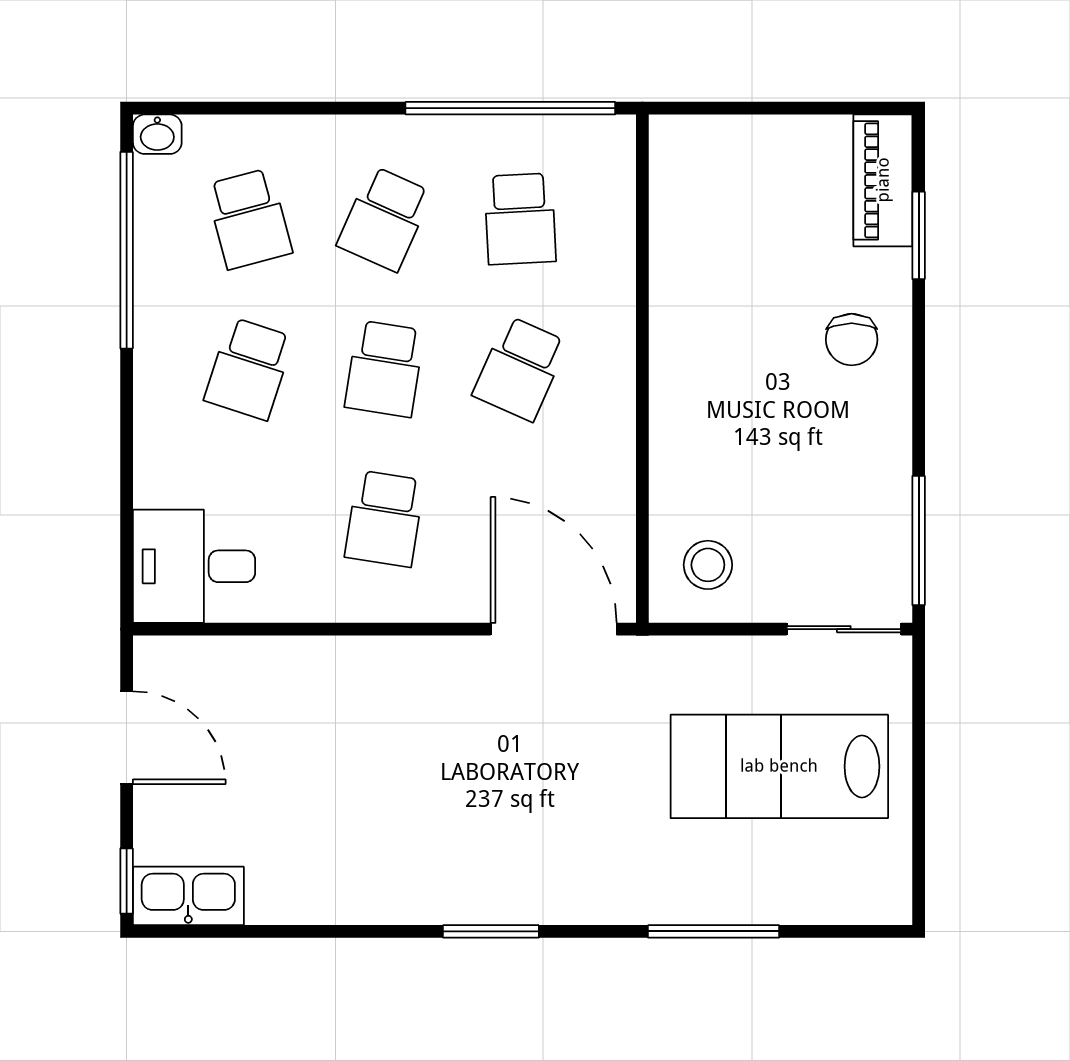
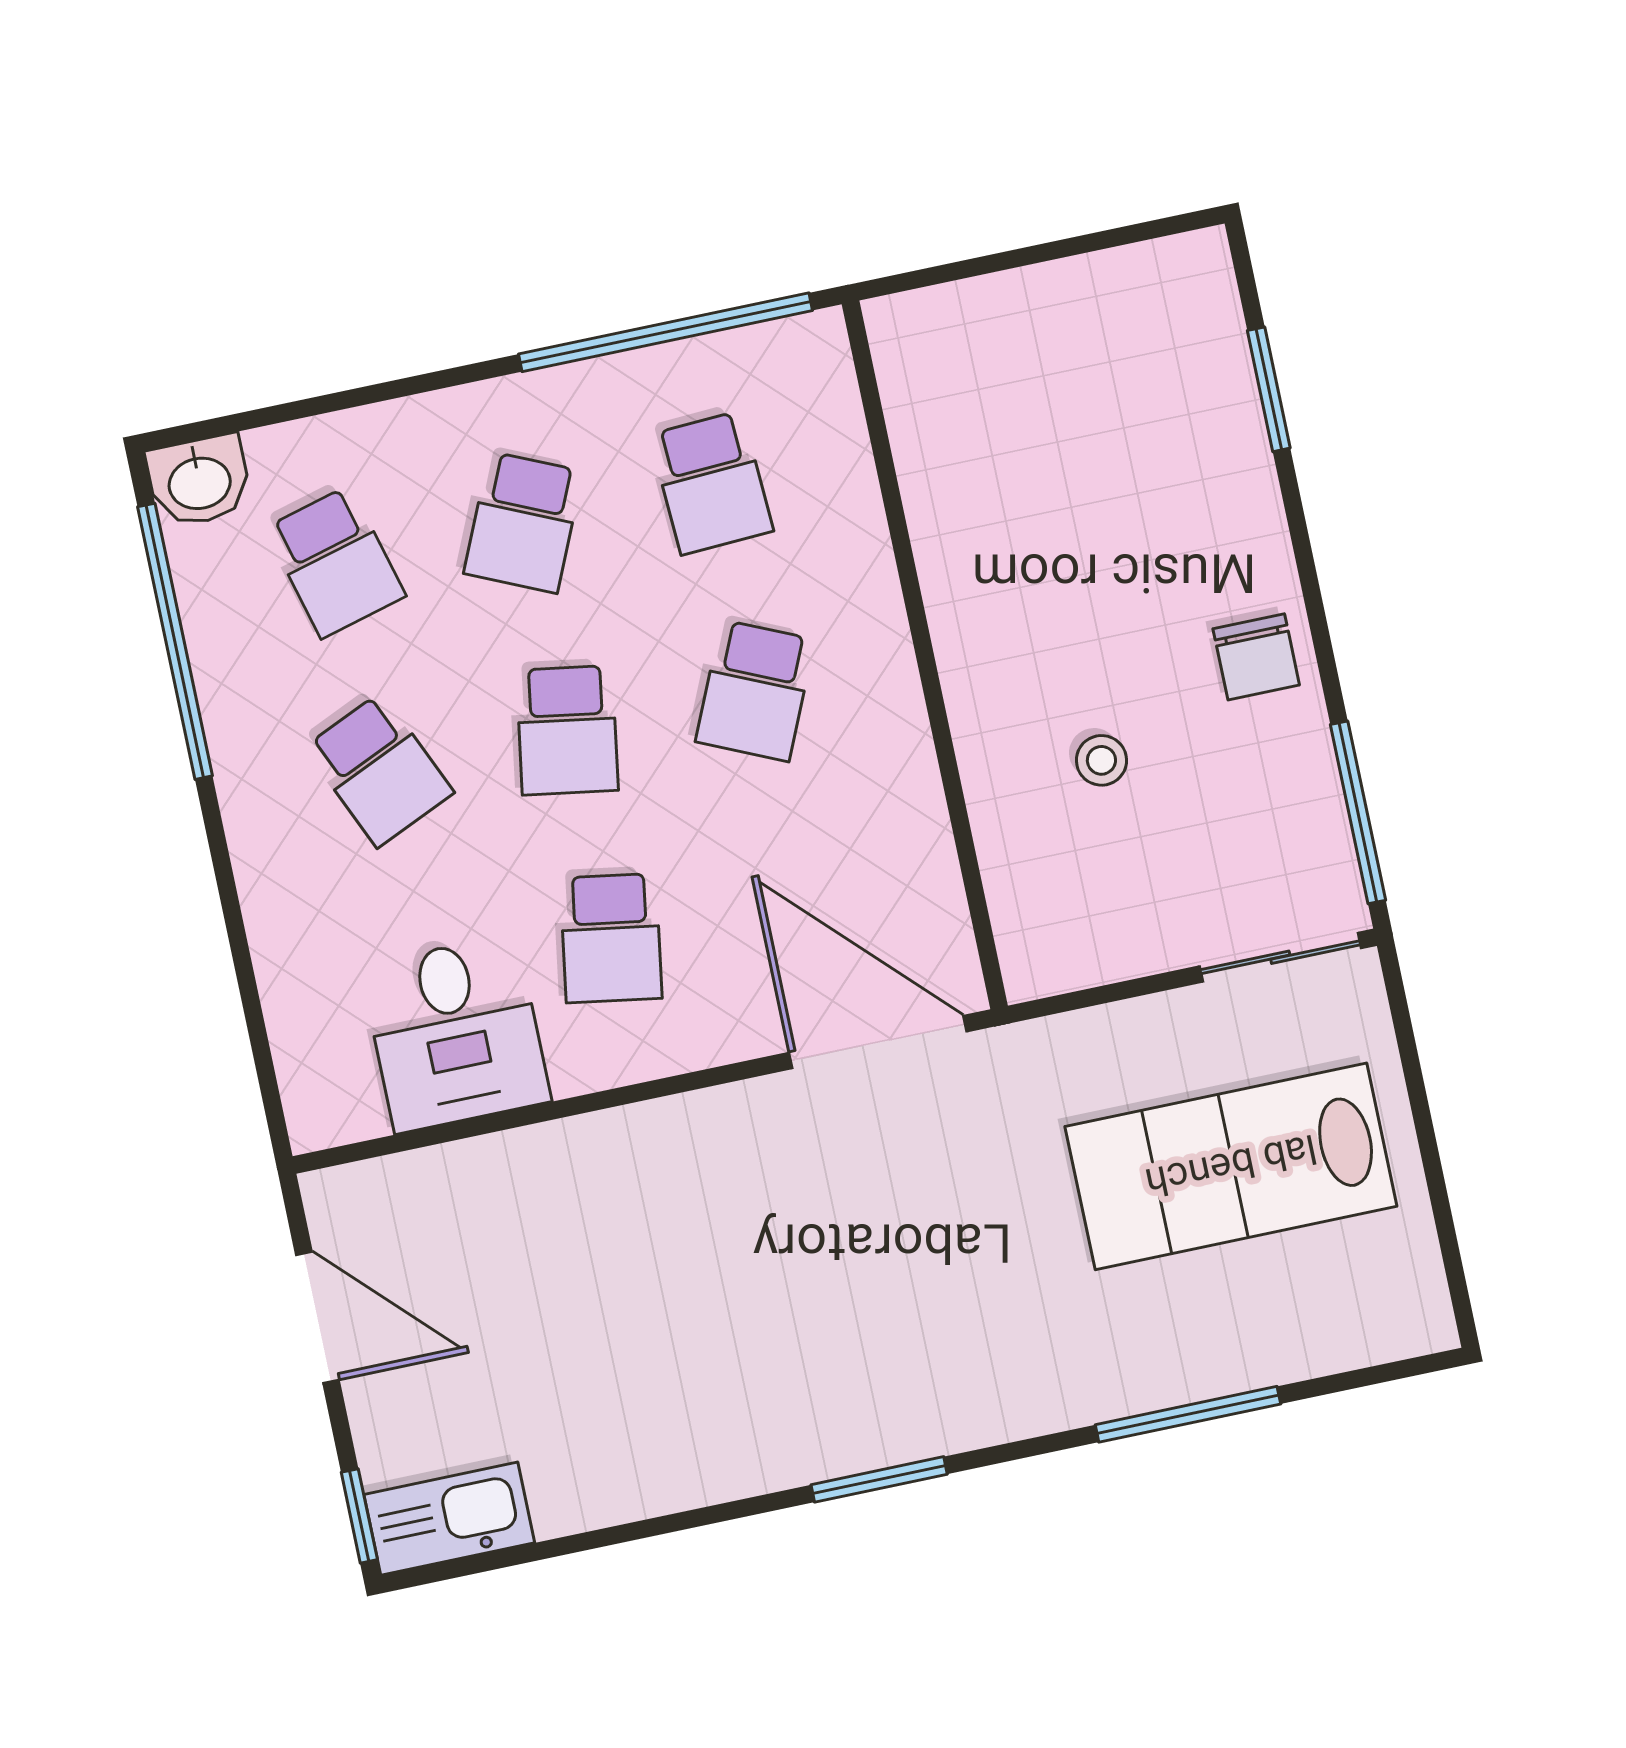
washbasin: (157, 134) -> (199, 481), width x1.38, depth x1.45
piano: (883, 180) -> (1203, 323), removed
chair: (852, 340) -> (1256, 657), moved
school desk: (249, 369) -> (379, 770), turned -42
stool: (708, 565) -> (1101, 760), moved, width x0.73, depth x0.73
desk: (194, 566) -> (456, 1033), moved, turned -90

